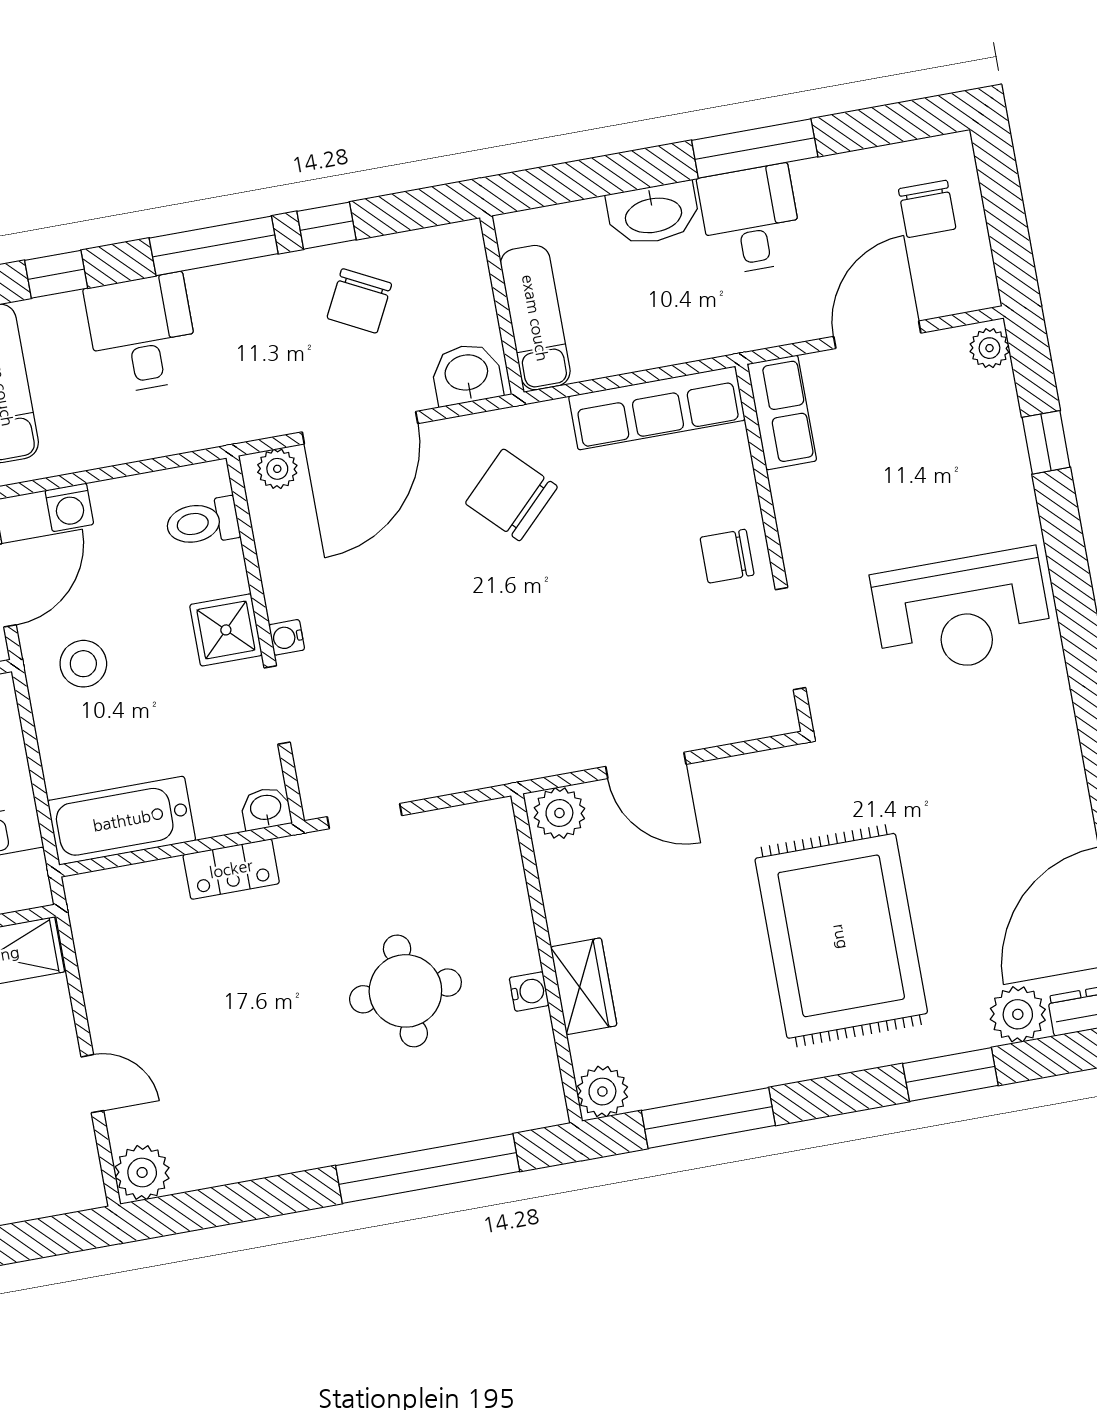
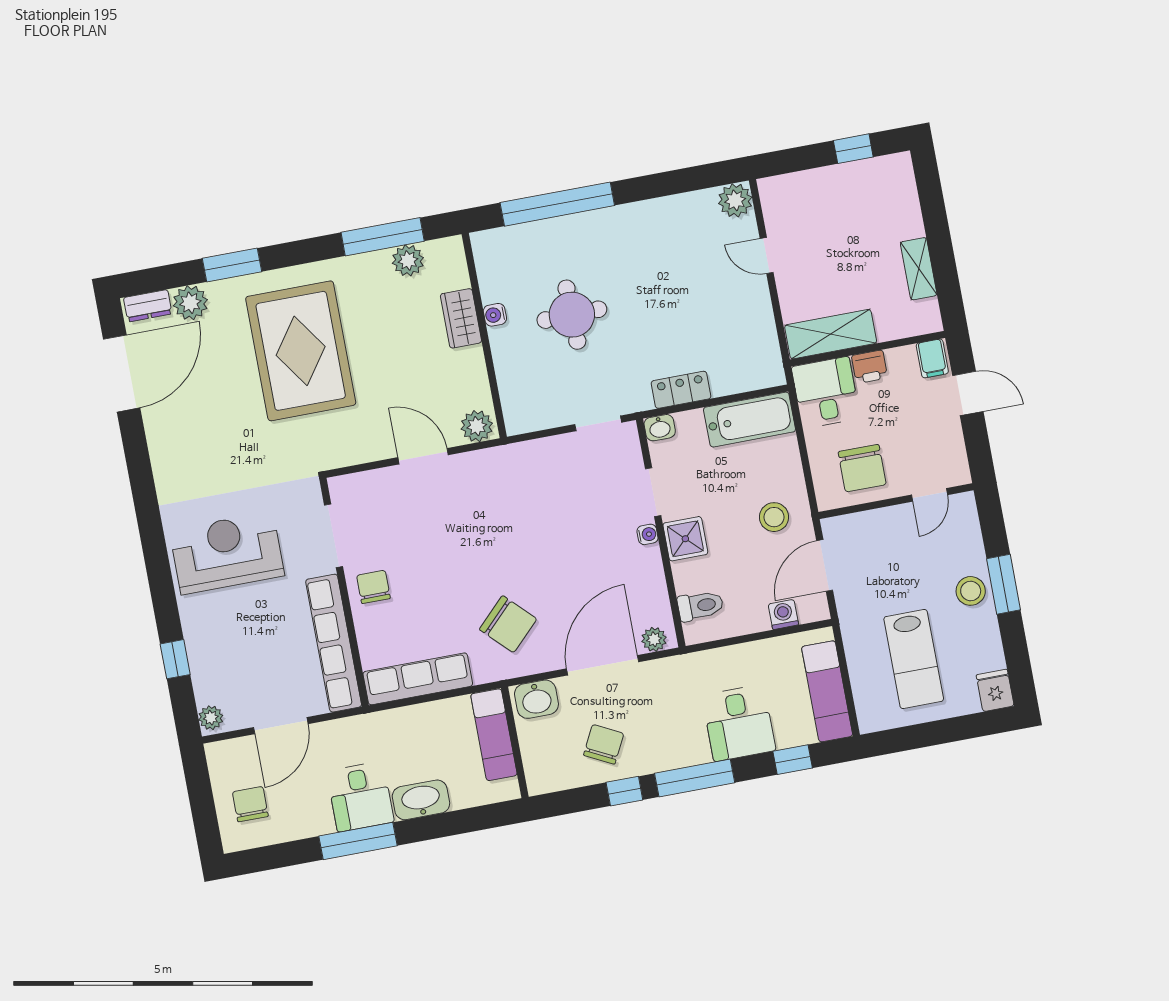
row of seats: (782, 412) -> (334, 643), width x2.02
chair: (727, 556) -> (373, 587), turned -90
plant: (602, 1092) -> (408, 260), moved

